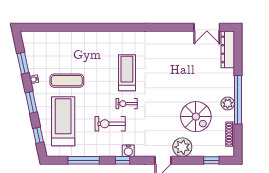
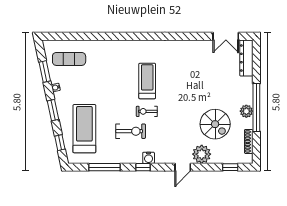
exercise mat: (67, 81) -> (69, 59), moved
exercise bike: (110, 124) -> (131, 131), turned 180

